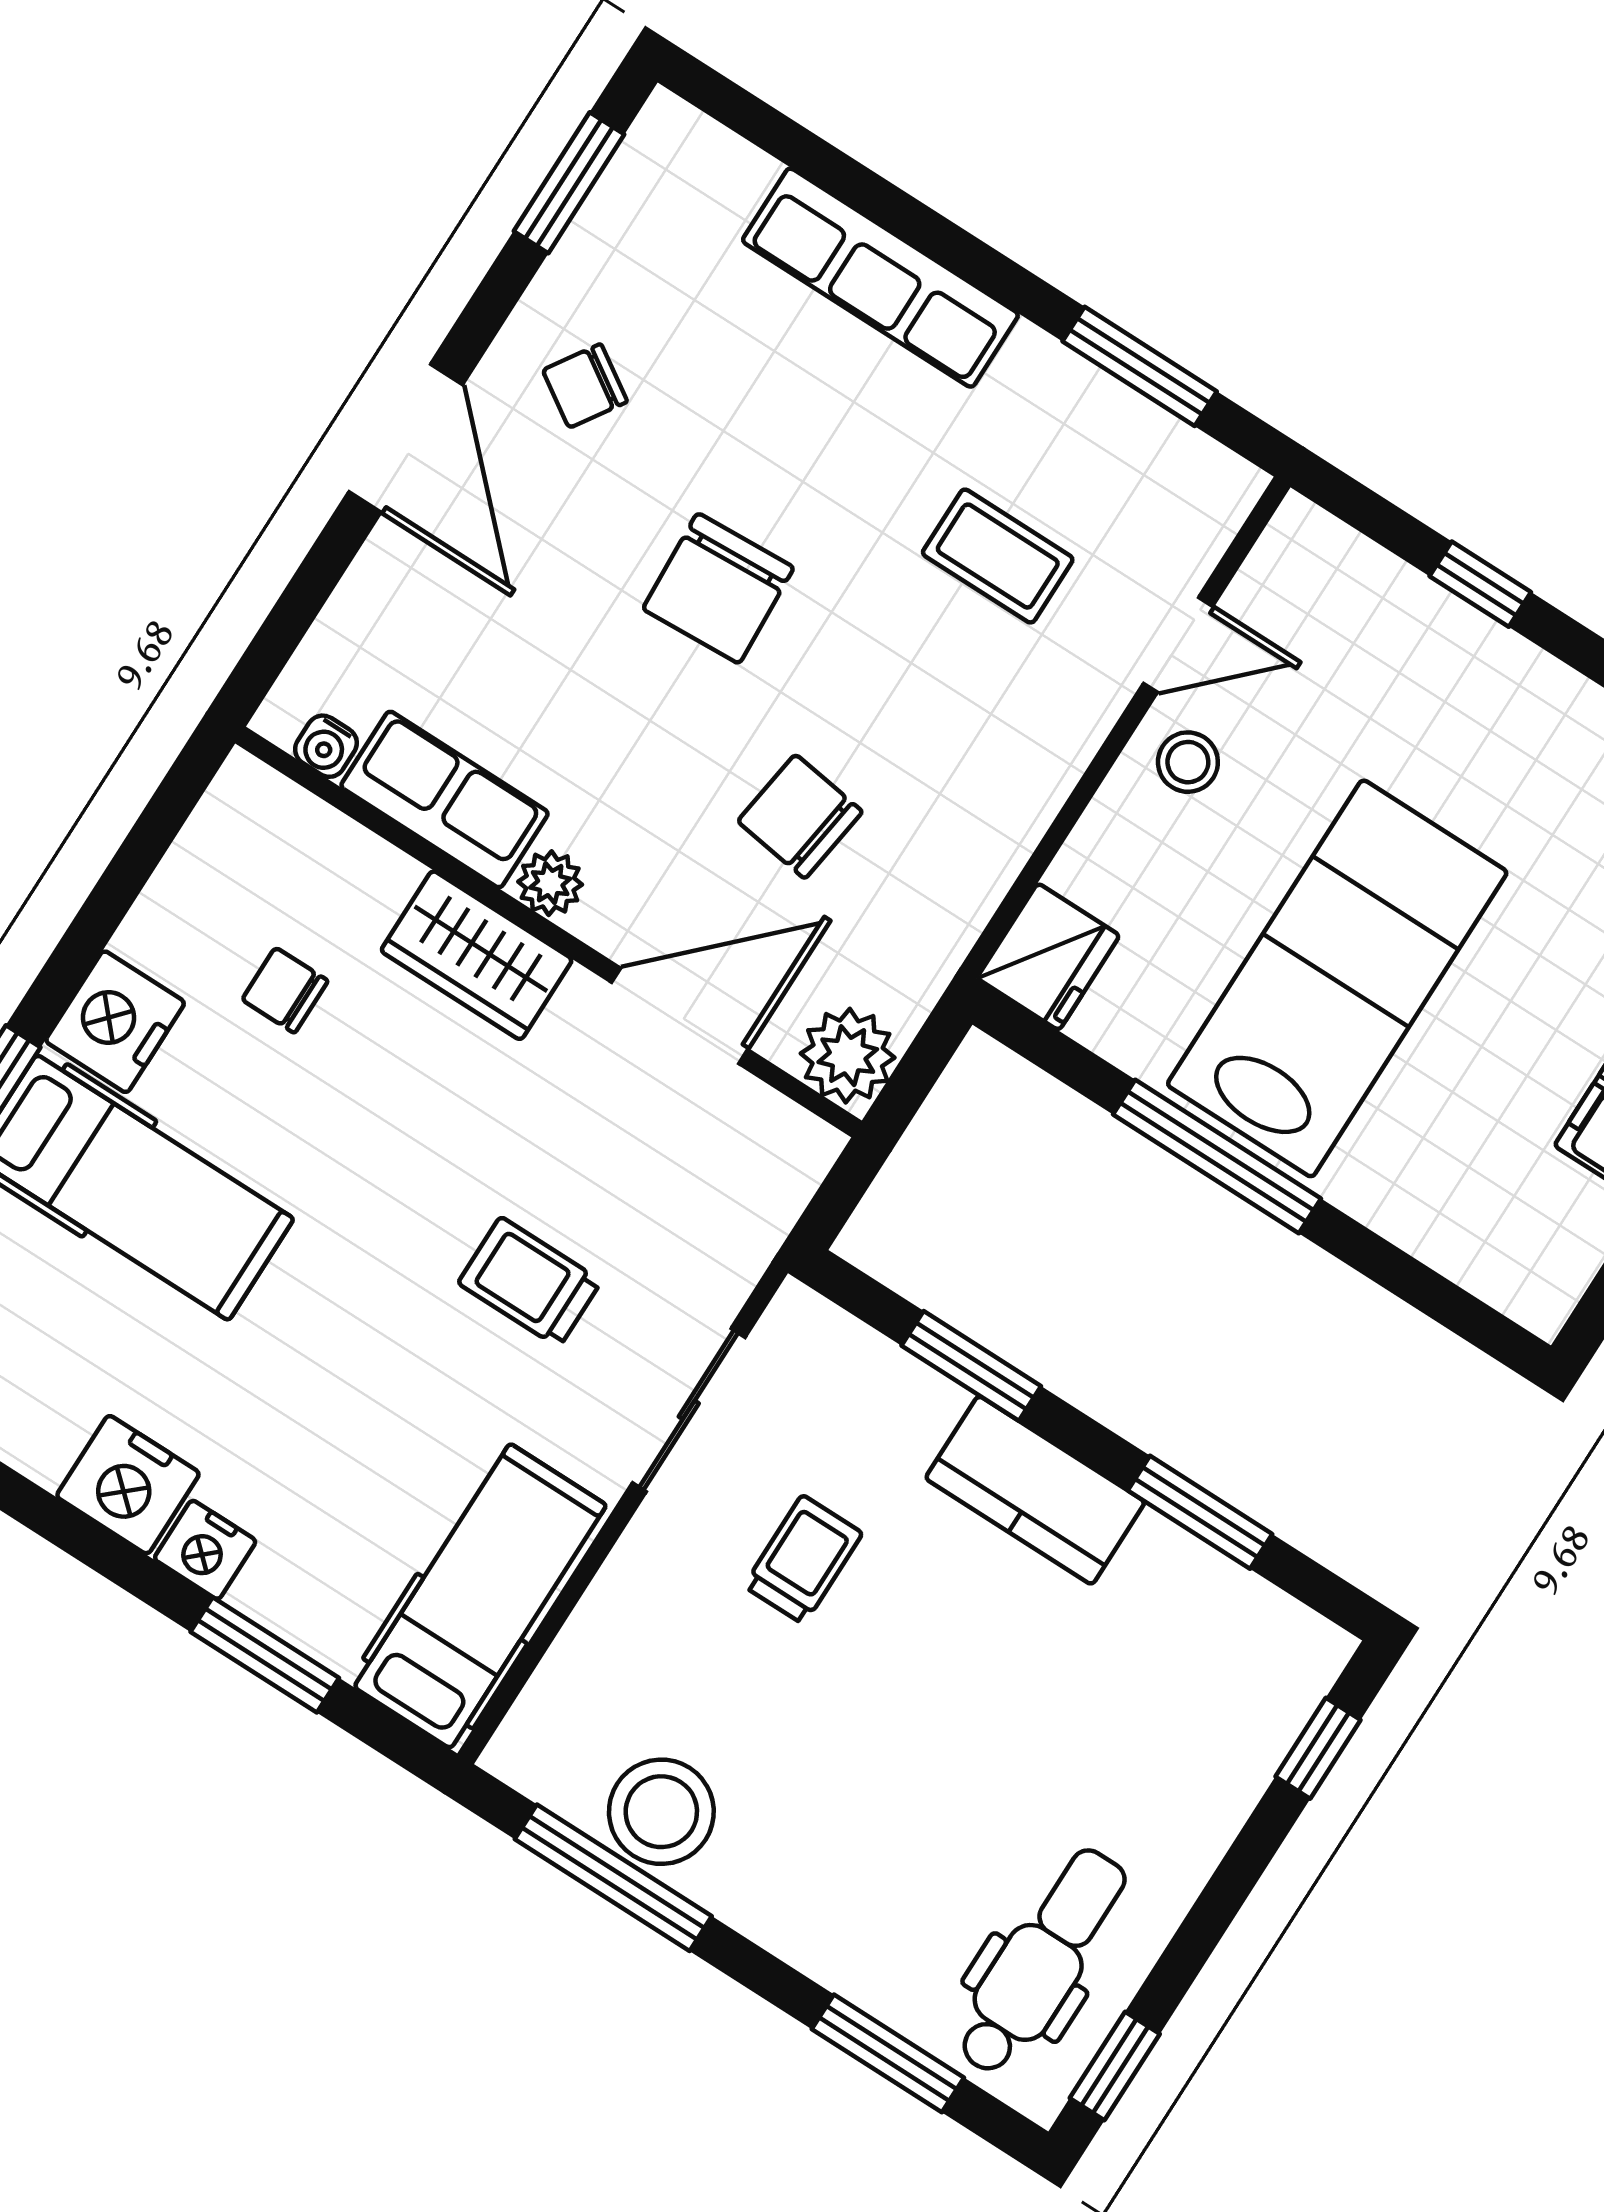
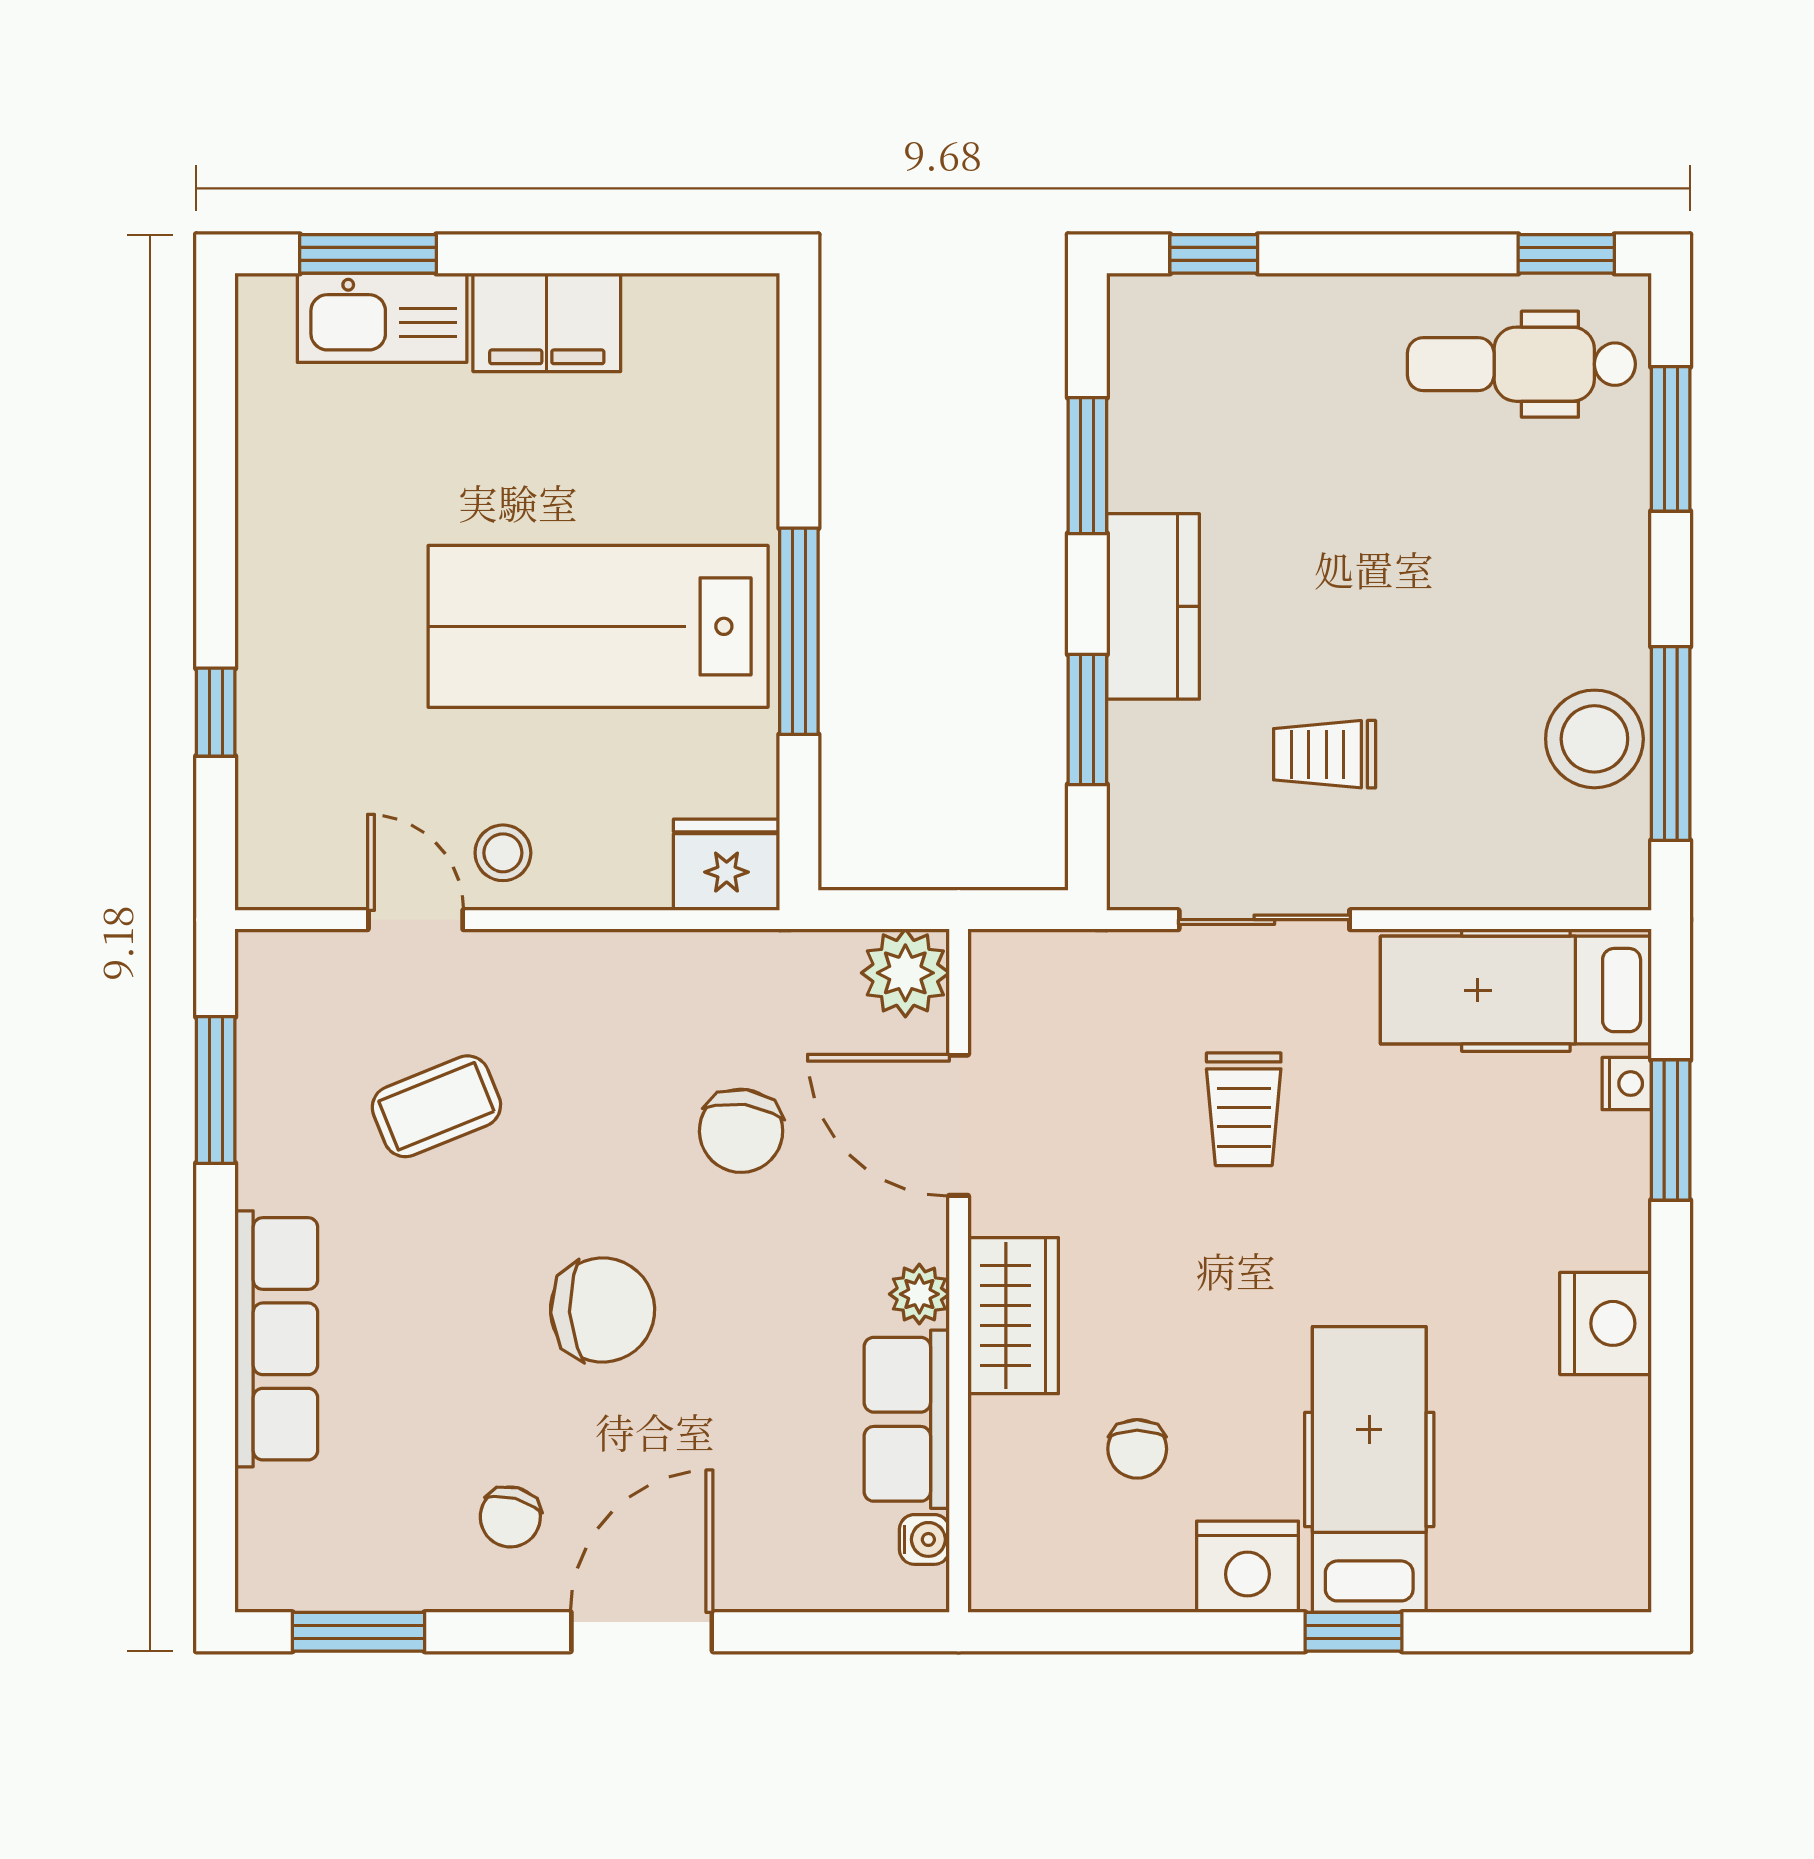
chair: (585, 386) -> (510, 1517), turned 72
coffee table: (998, 556) -> (436, 1106), turned 68
nightstand: (205, 1550) -> (1627, 1084), moved, width x0.72, depth x0.74

